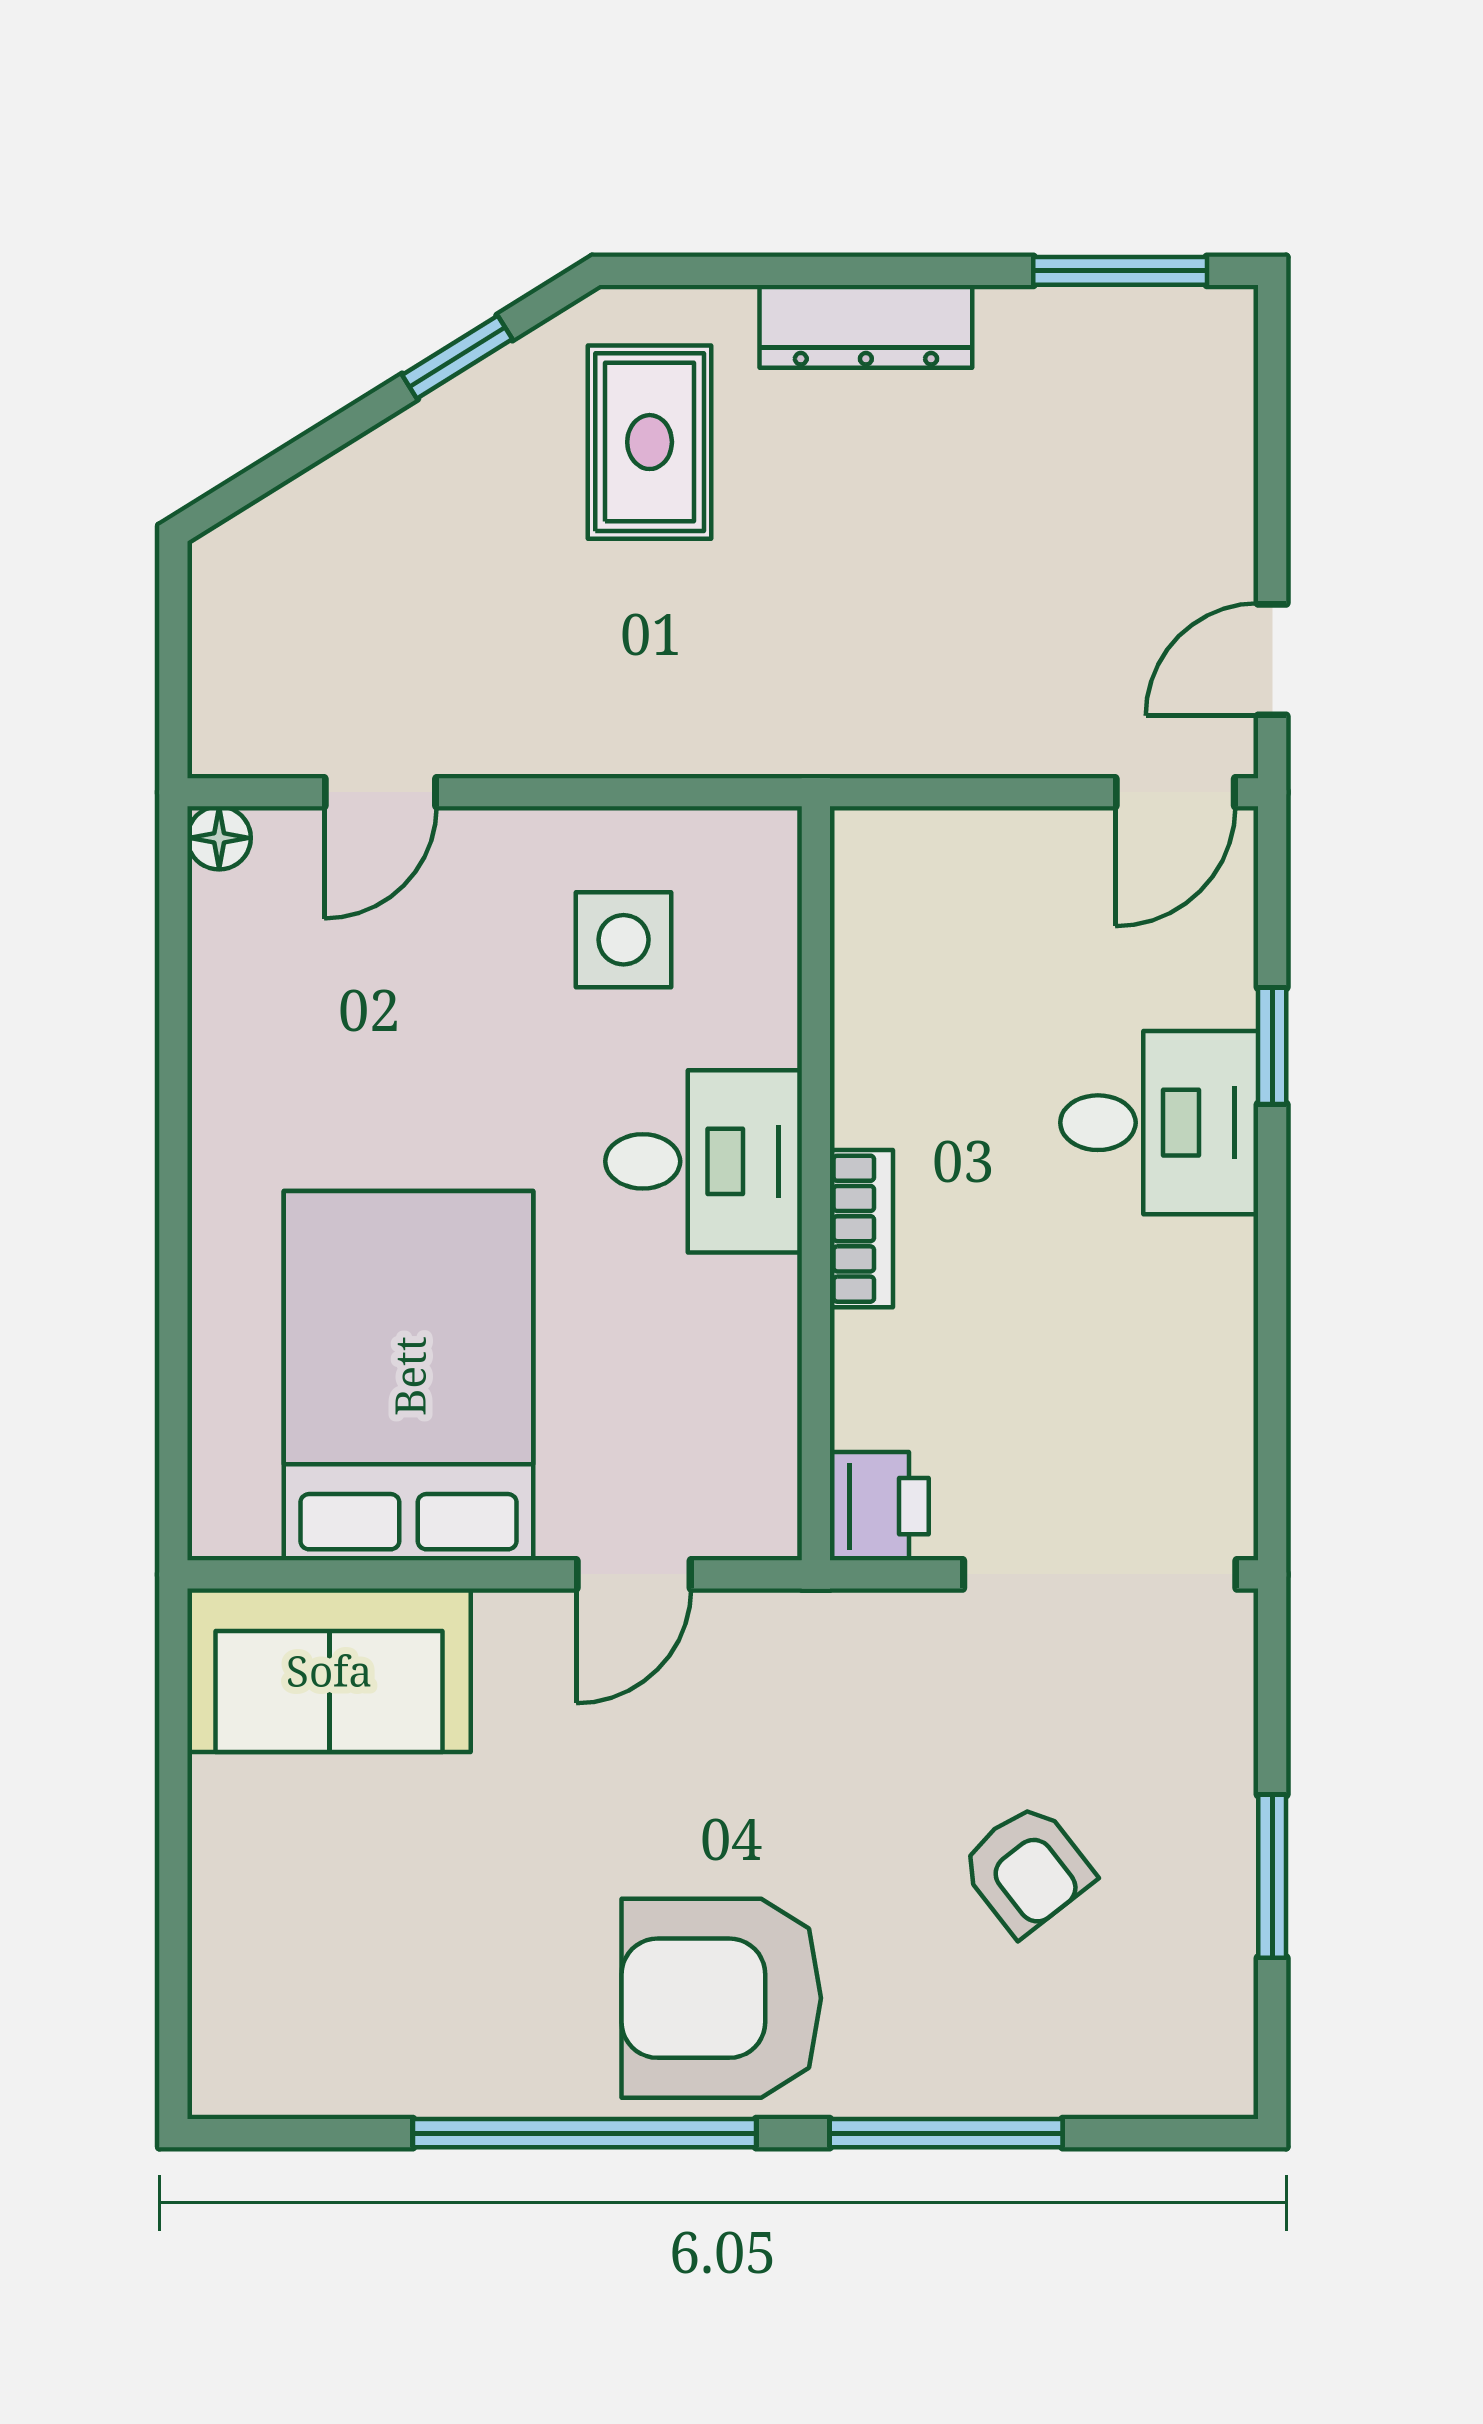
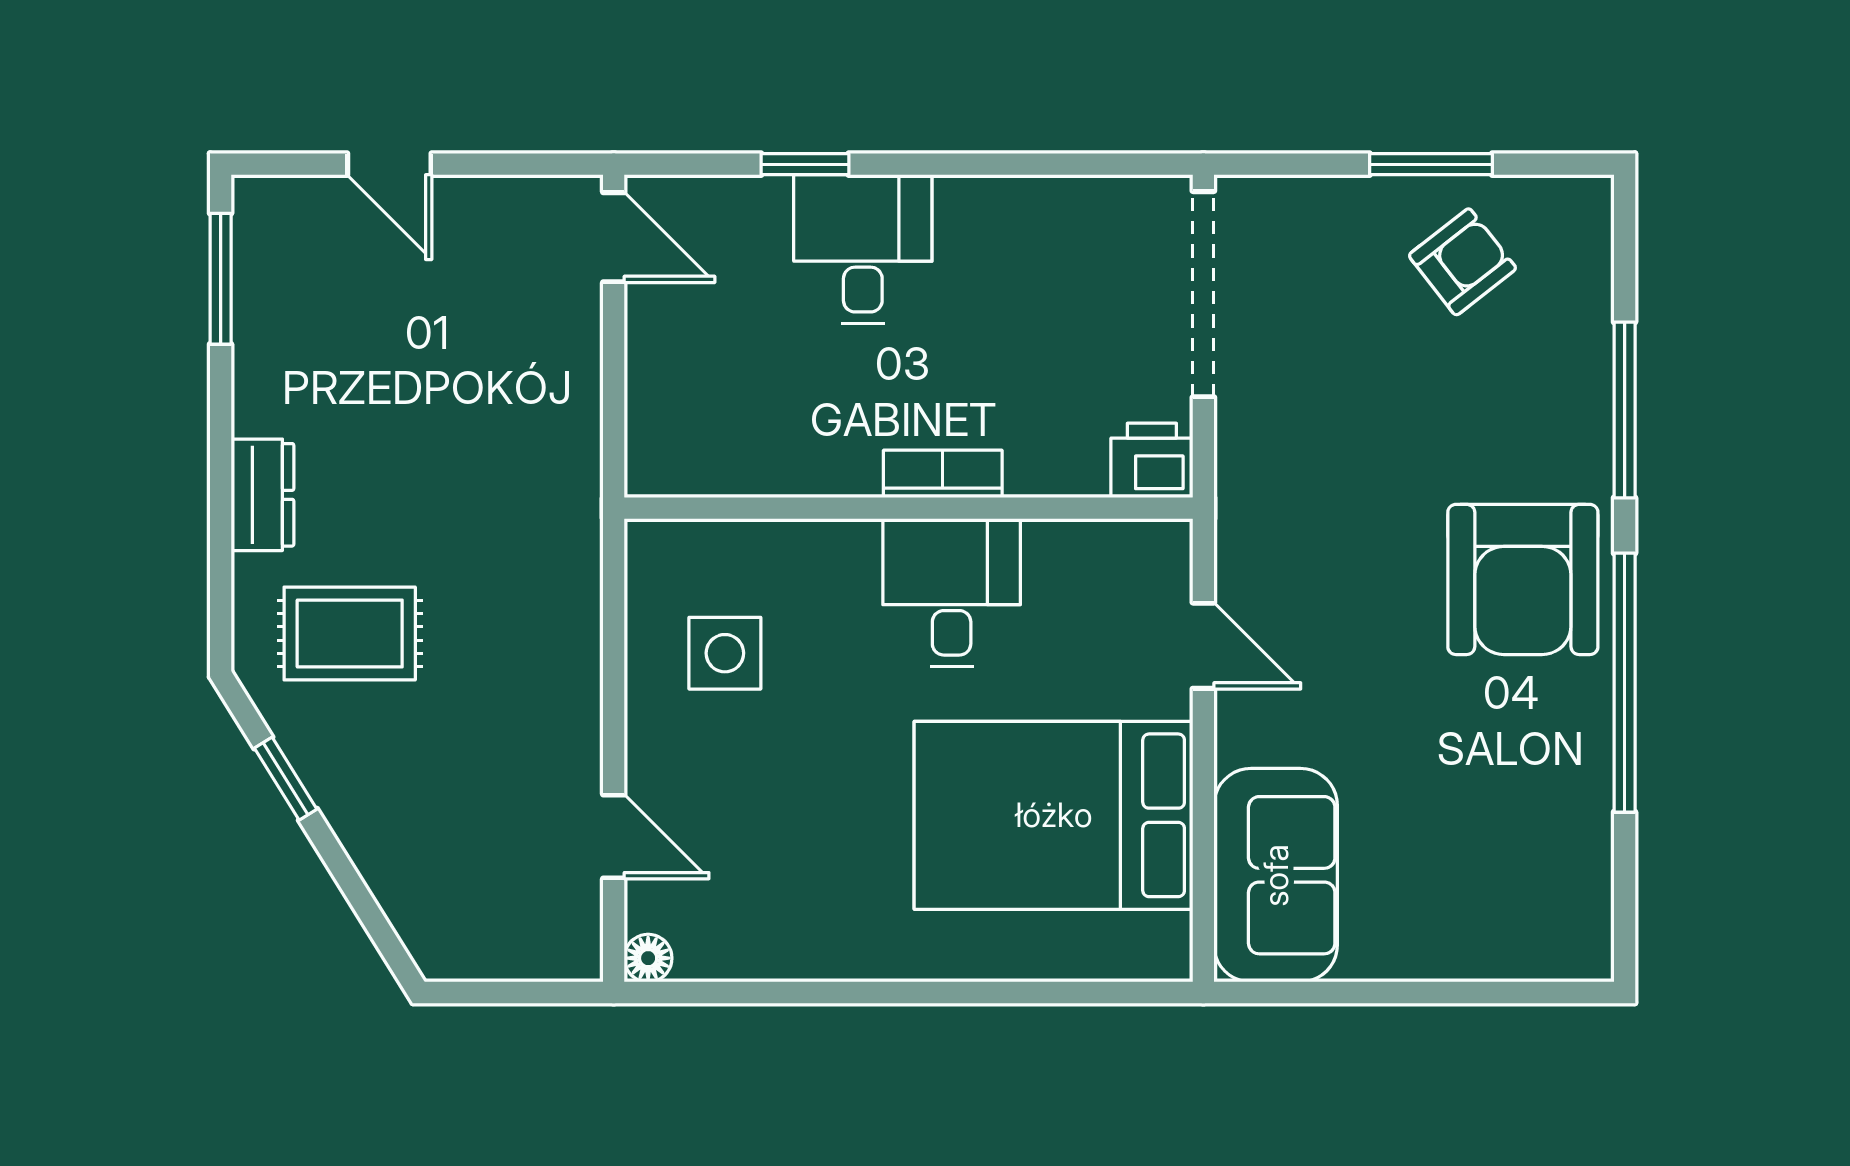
dresser: (866, 326) -> (262, 495), width x0.70
door: (1272, 660) -> (389, 164), moved
desk: (704, 1161) -> (952, 593), moved
armchair: (1027, 1869) -> (1462, 262), moved

